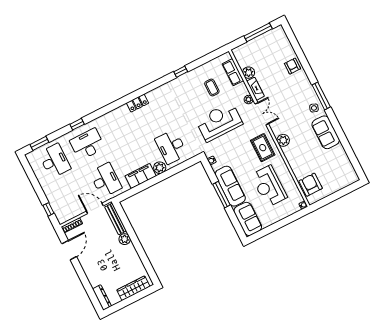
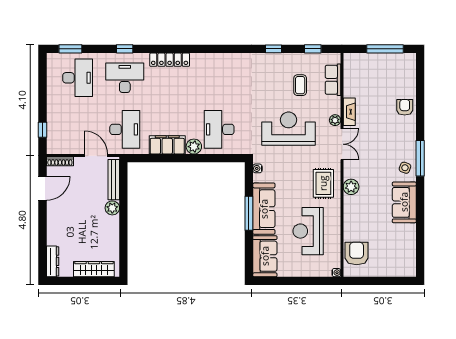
window: (208, 58) -> (313, 49), added
plant: (249, 73) -> (351, 89), removed
locker: (137, 103) -> (170, 60), moved, width x1.53

